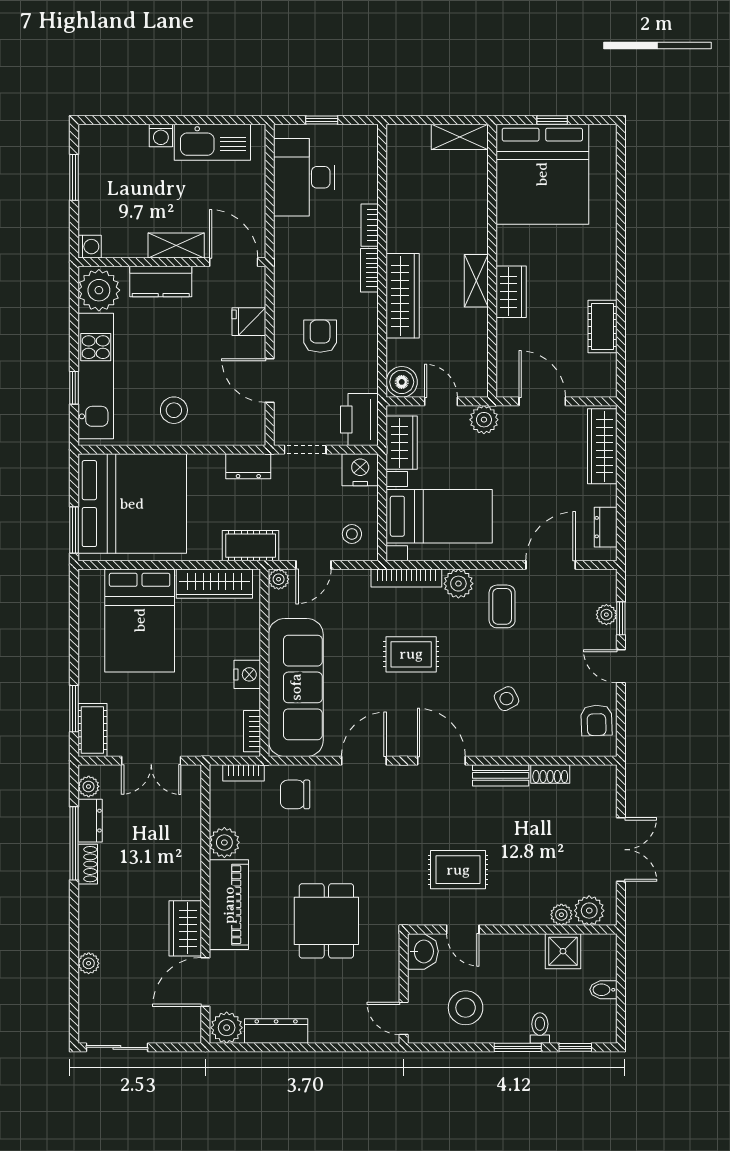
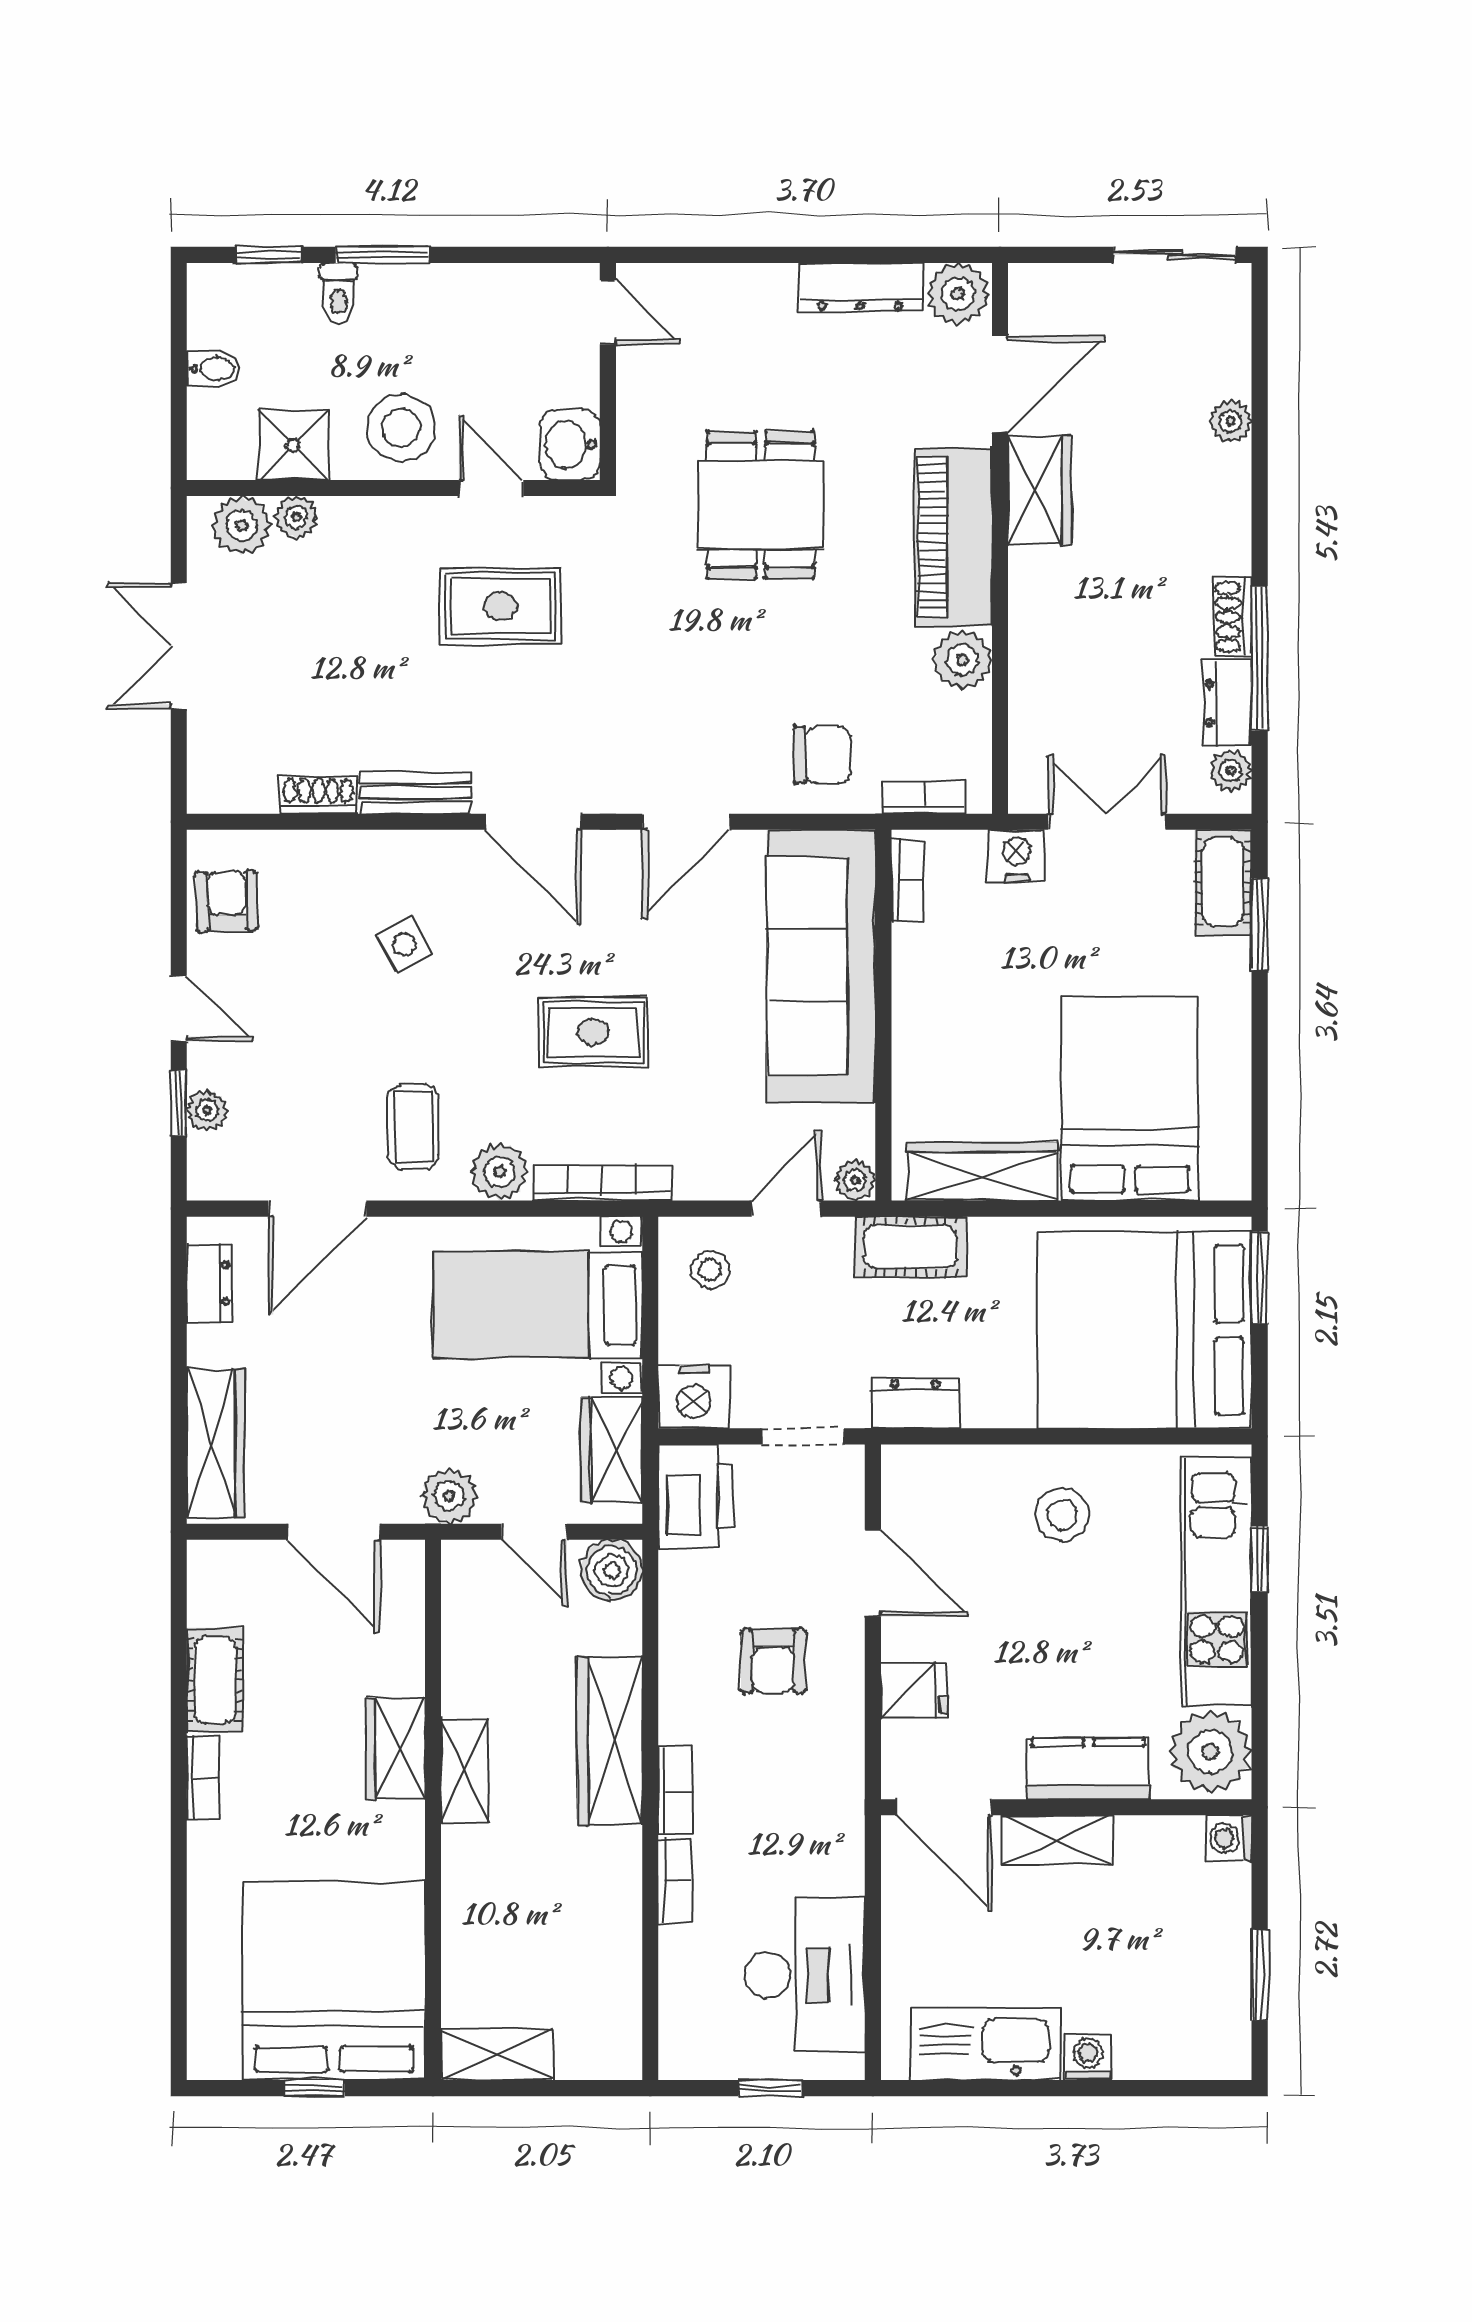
bookcase: (608, 277) -> (203, 1778), added
nightstand: (247, 674) -> (1016, 856), moved, turned 90
stool: (466, 1008) -> (401, 428), moved

